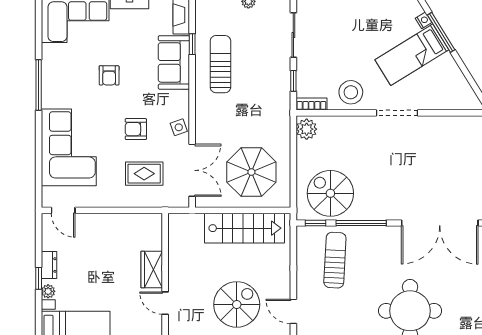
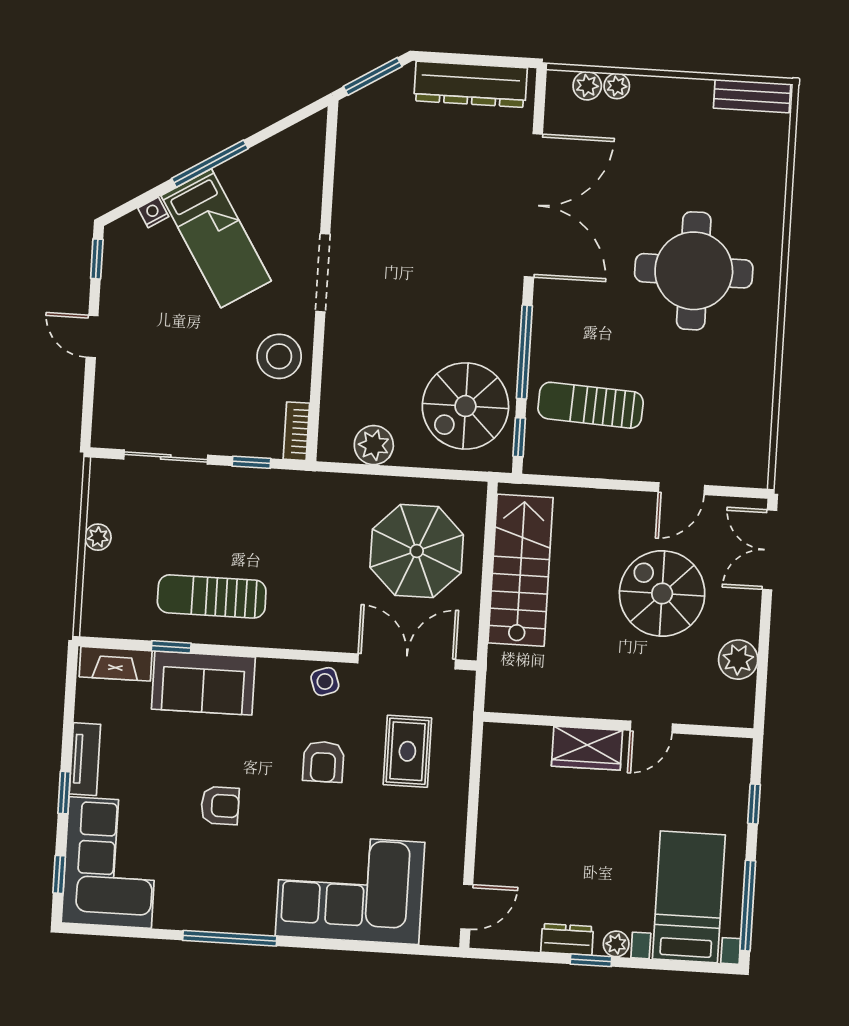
window: (441, 32) -> (210, 164), moved
plant: (307, 129) -> (374, 445), moved

